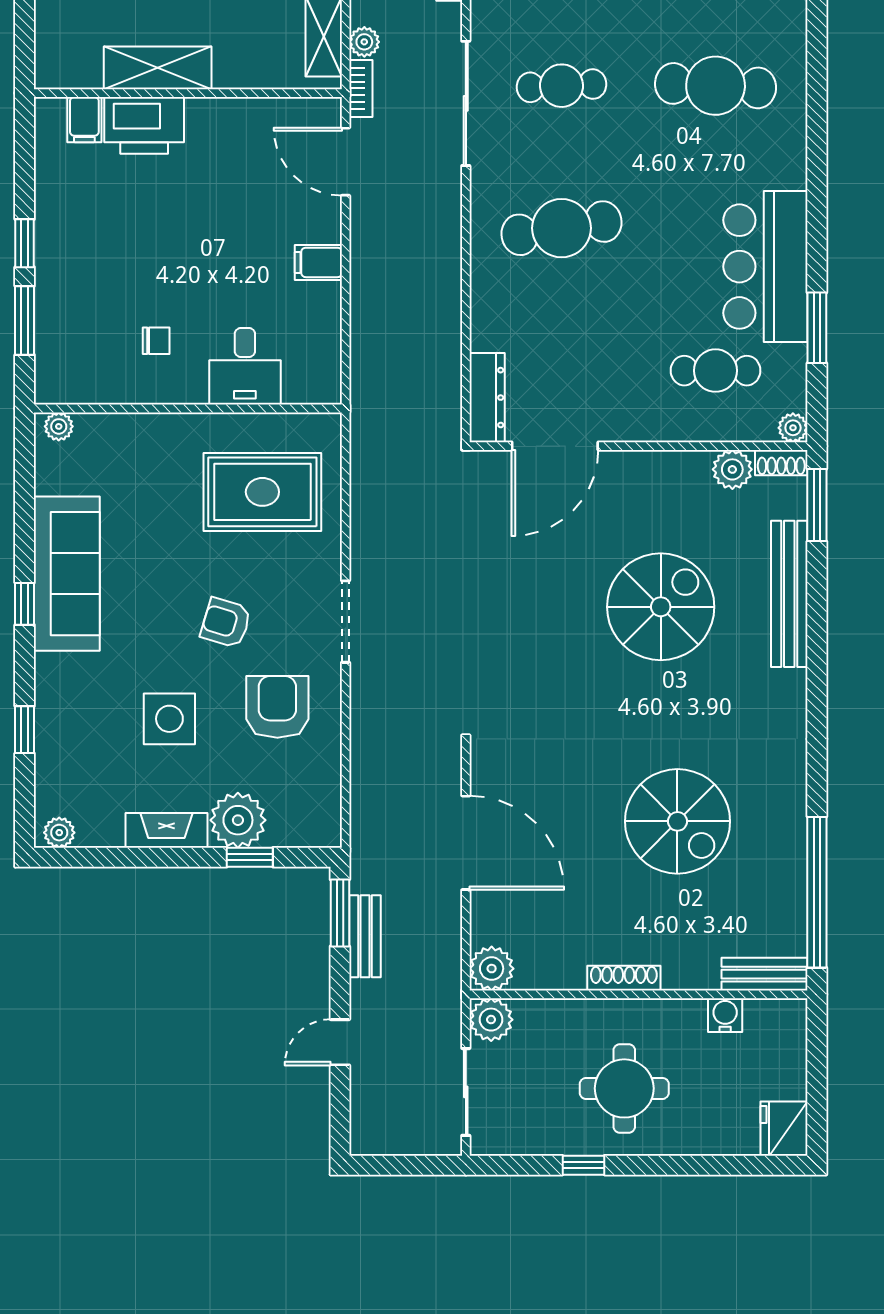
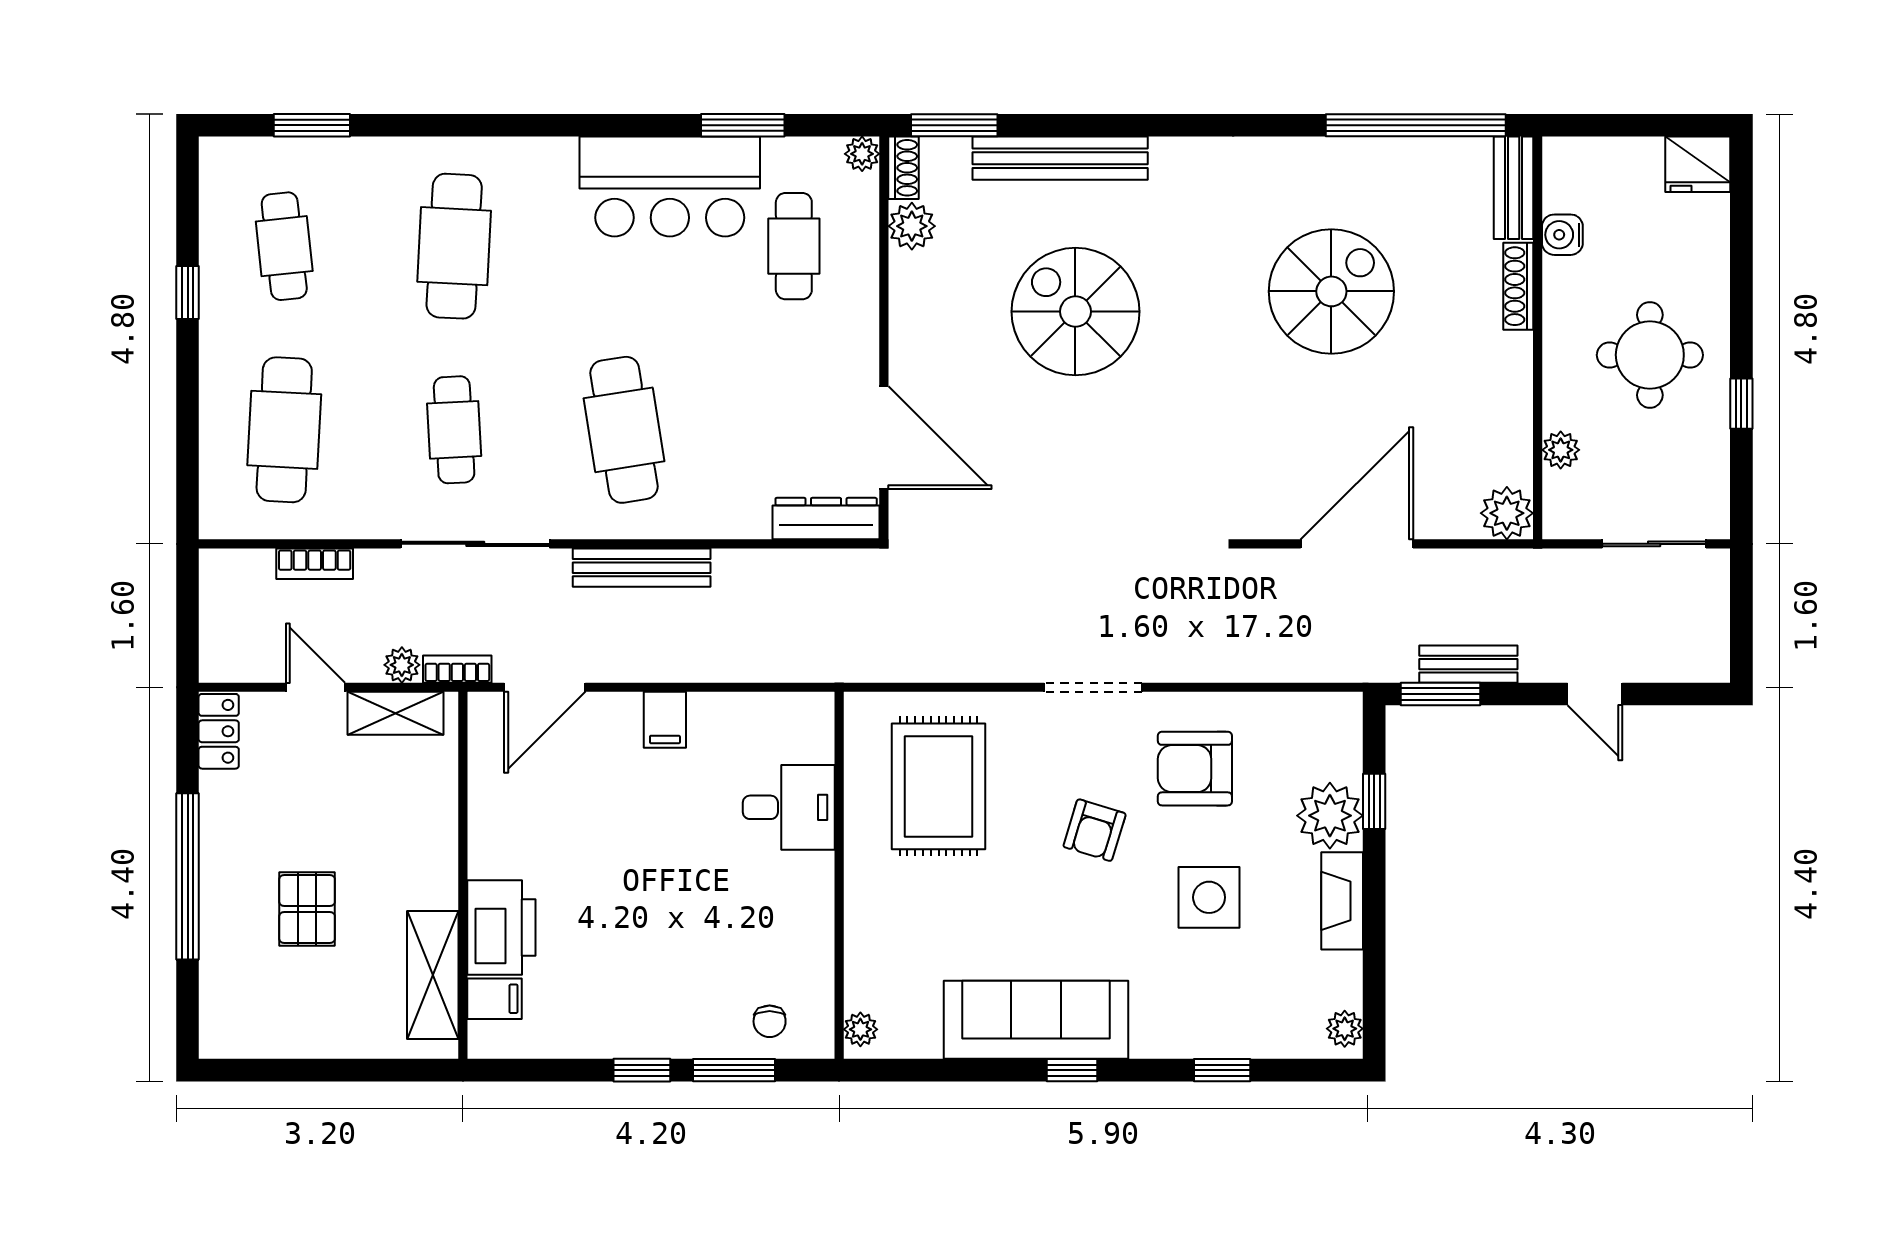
shelving: (158, 68) -> (433, 975), moved
bench: (446, 243) -> (642, 568), added
chair: (156, 341) -> (770, 1021), moved, turned 180
shoe rack: (624, 978) -> (1518, 286), moved
plant: (491, 1020) -> (1561, 450), moved, width x0.73, depth x0.73

